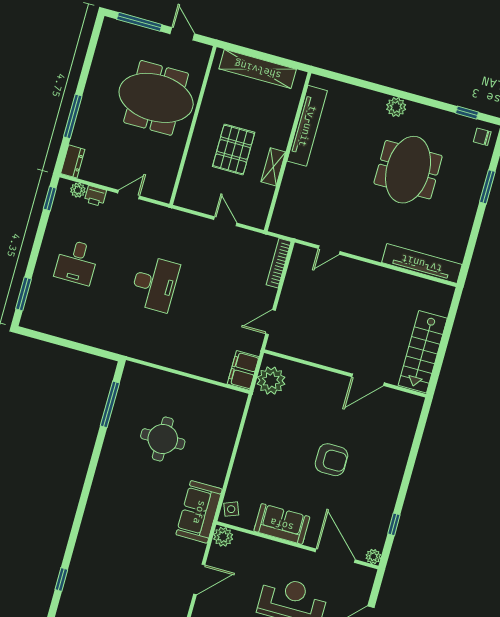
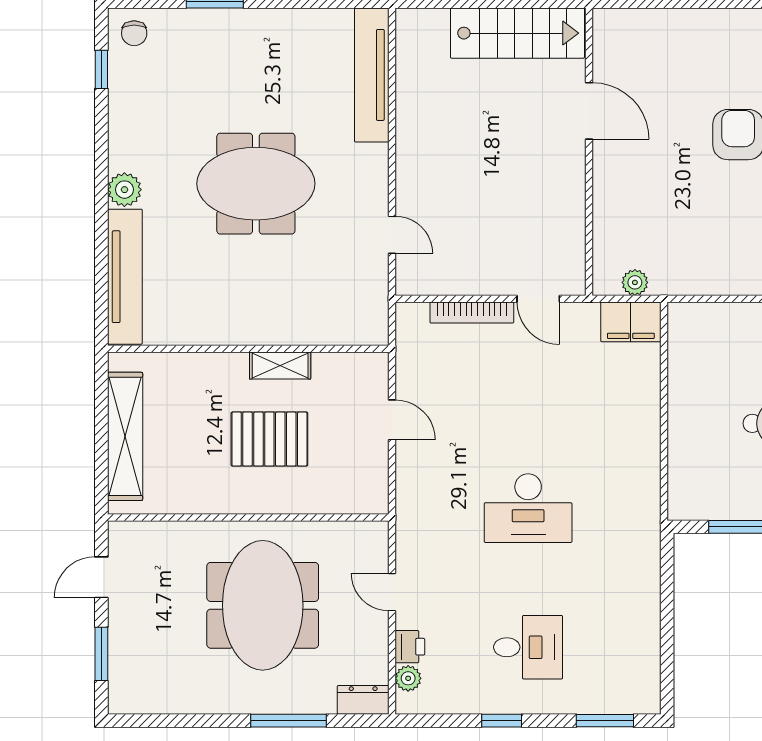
window: (139, 22) -> (101, 654), width x0.69
meeting table: (156, 98) -> (263, 605), moved
tv unit: (307, 126) -> (125, 277), moved, turned 90
meeting table: (408, 170) -> (256, 184), moved
window: (50, 199) -> (502, 721), moved
door: (225, 221) -> (392, 420), swing flipped
bookcase: (279, 263) -> (472, 312), moved
desk: (155, 284) -> (528, 508), turned 180
plant: (271, 381) -> (635, 282), width x0.53, depth x0.53

